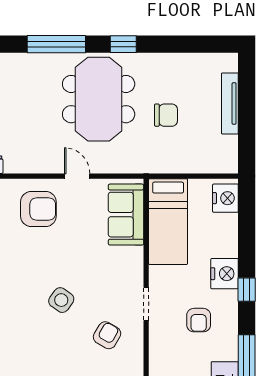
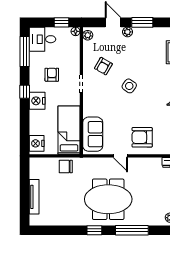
meeting table: (99, 99) -> (108, 199), turned 90
chair: (166, 115) -> (66, 166), moved

